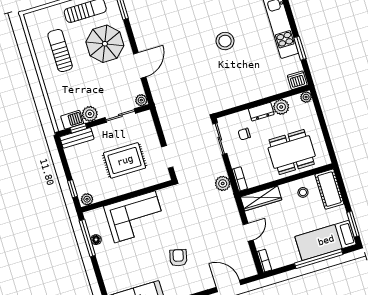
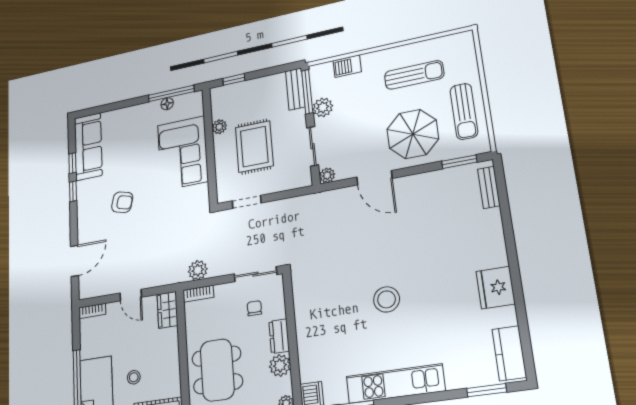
barbecue: (72, 120) -> (347, 66), moved, turned 90
window: (78, 128) -> (307, 92), width x2.17
stool: (303, 192) -> (134, 377), moved
wardrobe: (261, 198) -> (167, 310), width x0.67
plant: (87, 199) -> (219, 127), moved

